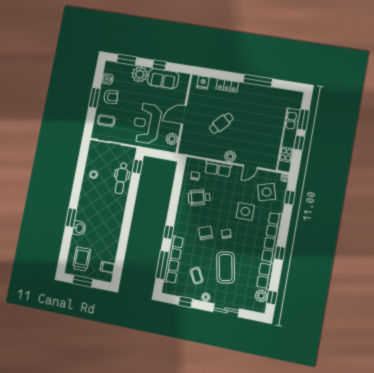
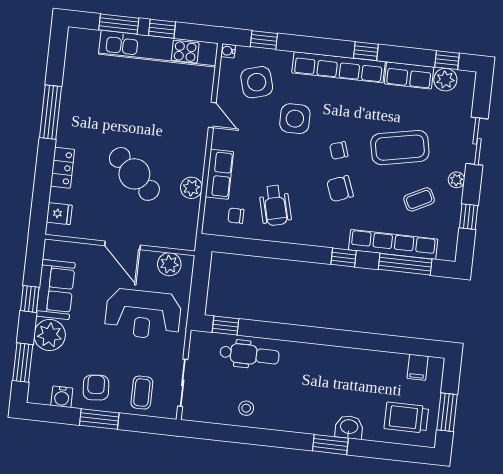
cafe table: (221, 123) -> (134, 174), width x1.37, depth x1.35
plant: (230, 156) -> (191, 188), moved

